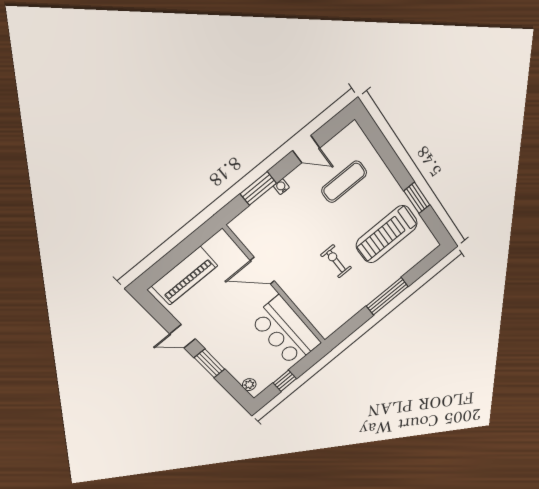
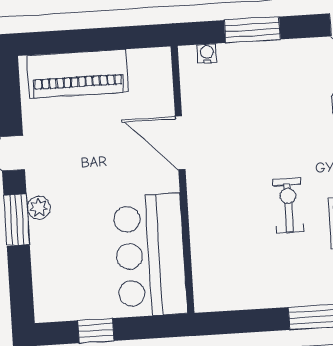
water cooler: (281, 187) -> (207, 53), moved
plant: (249, 385) -> (39, 208), moved

